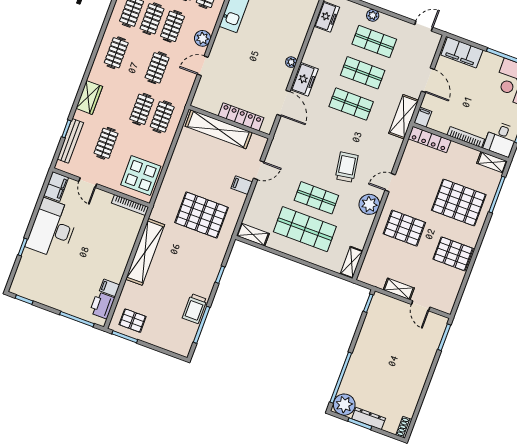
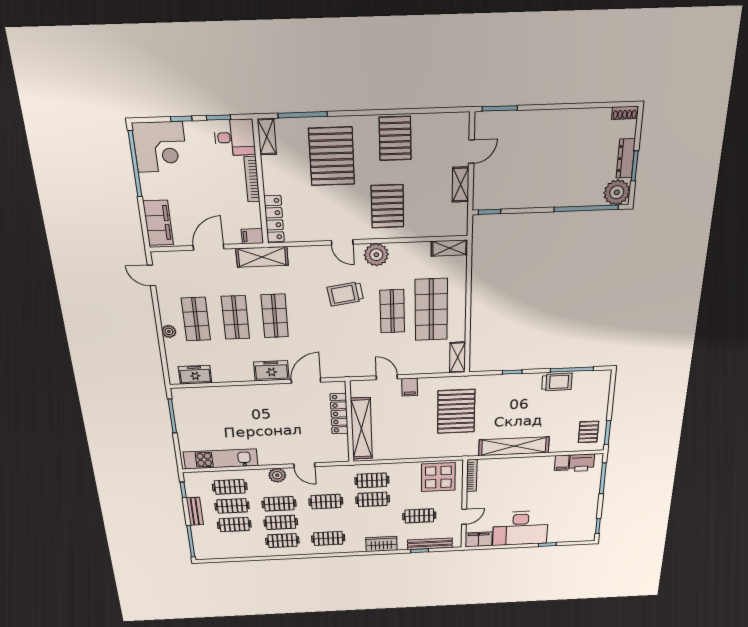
plant: (291, 62) -> (260, 390), removed

